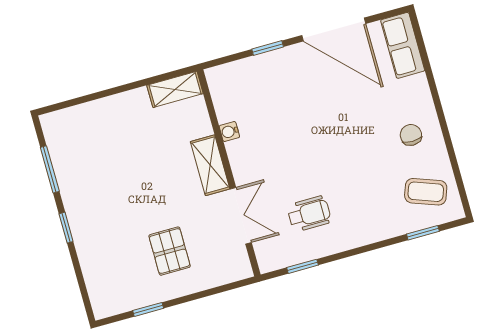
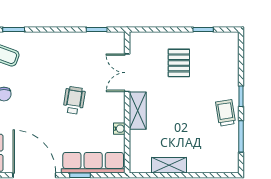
row of seats: (254, 71) -> (93, 163), added
shelving: (175, 89) -> (169, 165), moved
trolley: (82, 198) -> (226, 113), added
wheelchair: (309, 214) -> (74, 100), moved, turned 99

